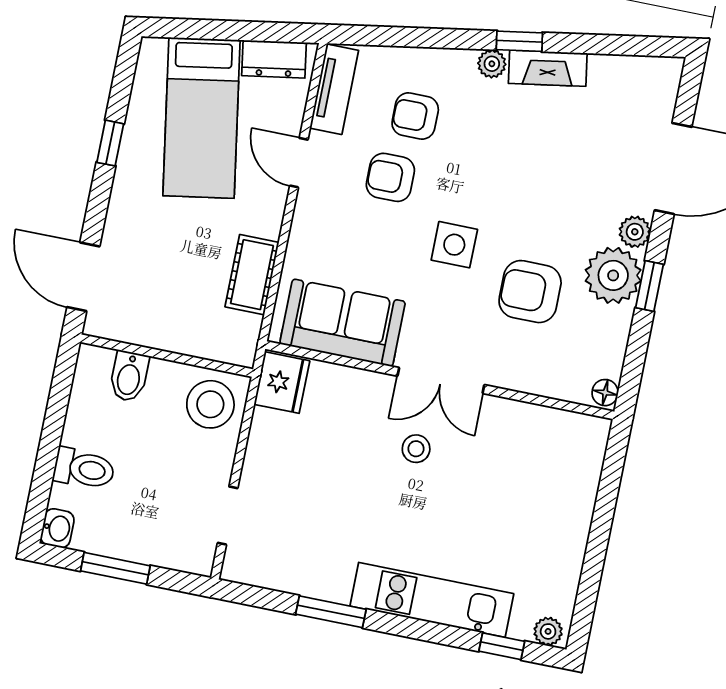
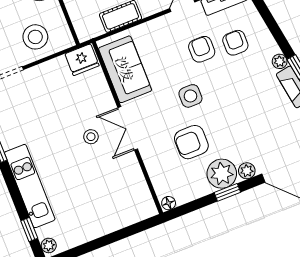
armchair: (530, 292) -> (191, 142), turned -90
stool: (210, 404) -> (35, 37), moved

